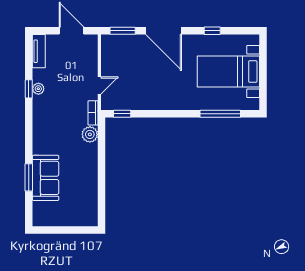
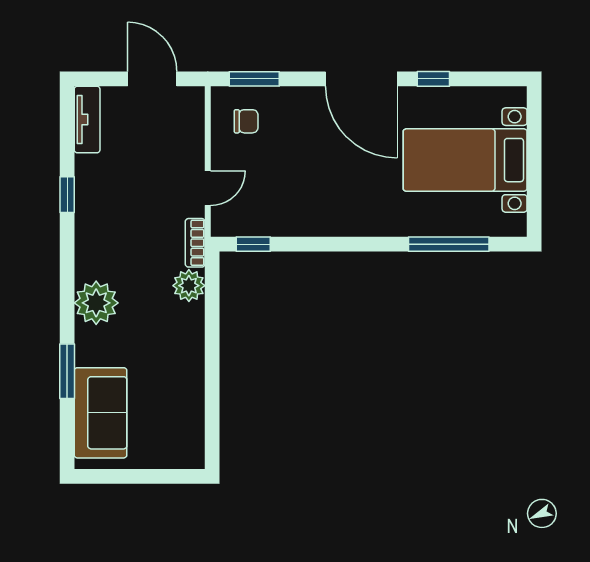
door: (164, 31) -> (361, 79), moved
chair: (119, 52) -> (246, 121), added
plant: (38, 89) -> (96, 303), moved, width x1.88, depth x1.88
sofa: (46, 178) -> (101, 413), moved

